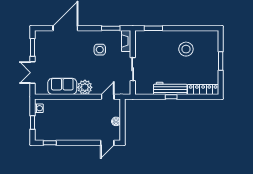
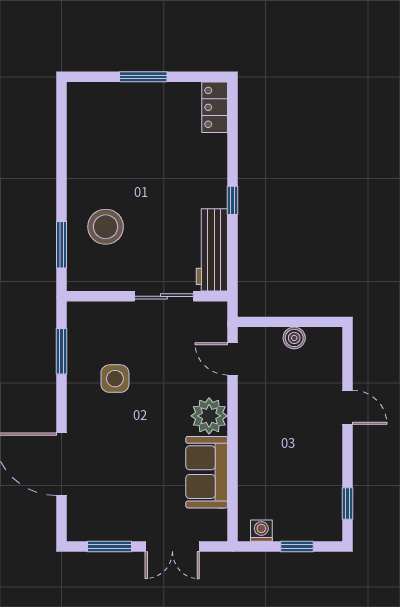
fireplace: (126, 41) -> (93, 313), removed
stool: (186, 49) -> (106, 227), moved
workbench: (170, 88) -> (212, 250), moved
locker: (203, 90) -> (215, 107), width x0.66
door: (107, 143) -> (347, 407), moved

